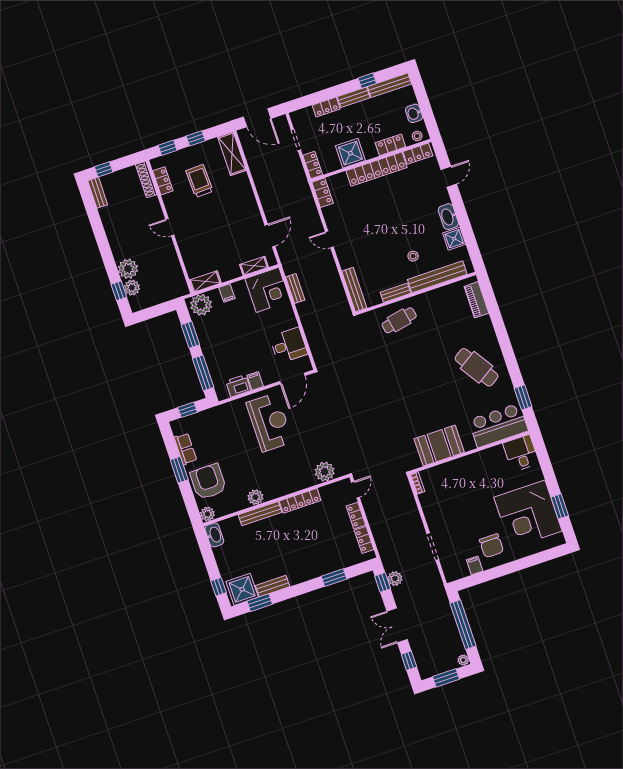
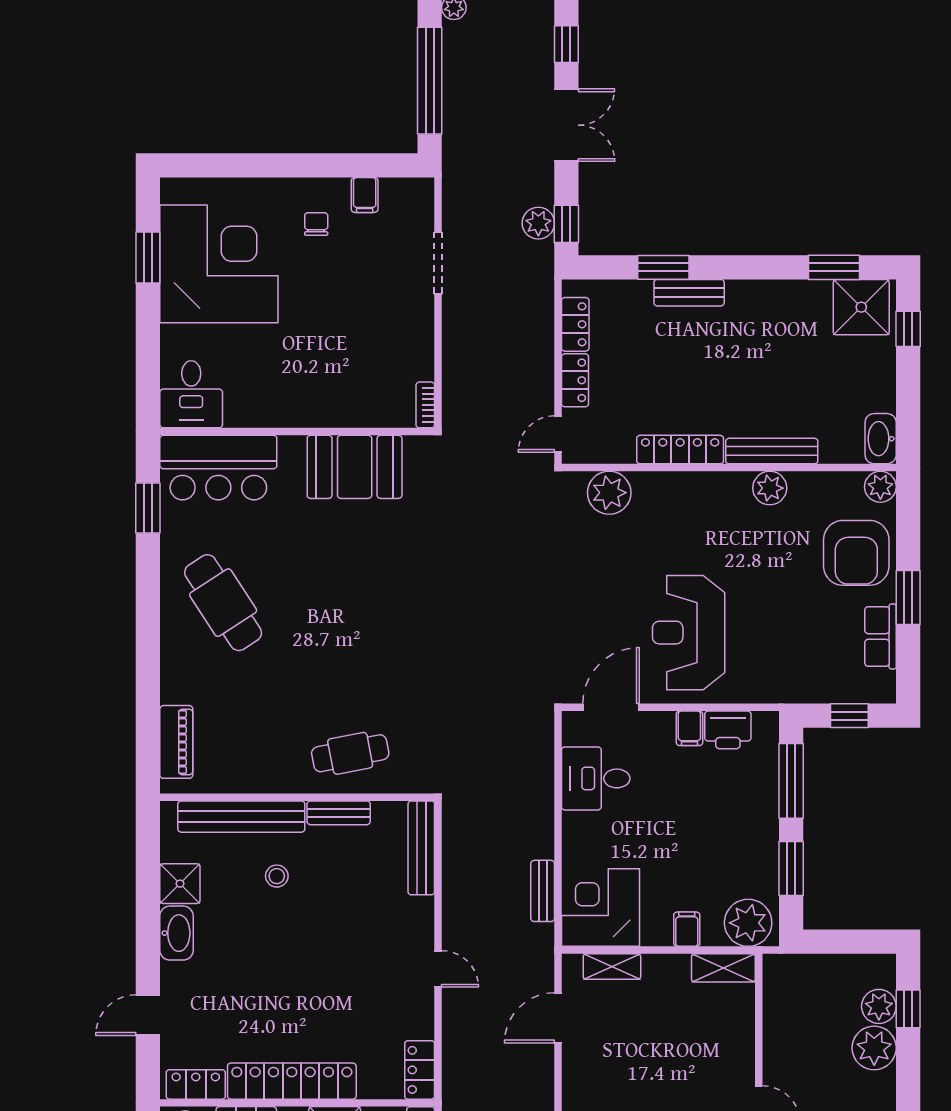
chair: (491, 546) -> (316, 224), width x0.54, depth x0.54
bench: (273, 586) -> (689, 293), moved

